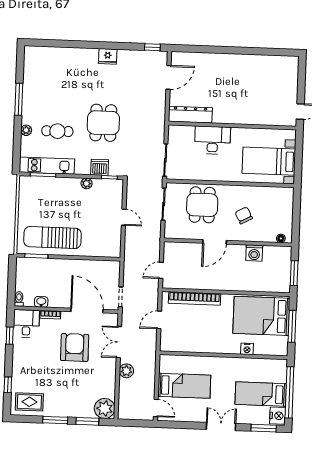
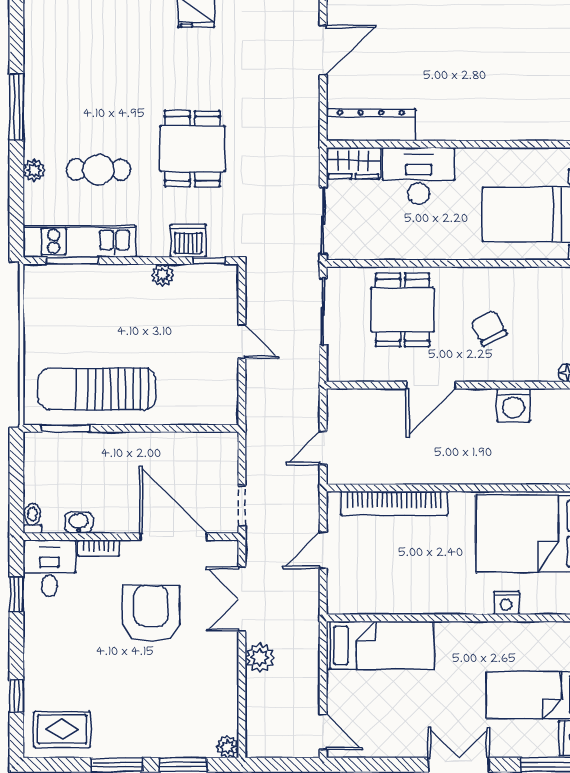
wardrobe: (181, 133) -> (353, 163), added
bed: (184, 386) -> (380, 645), moved
plant: (105, 408) -> (227, 747), width x0.53, depth x0.53

